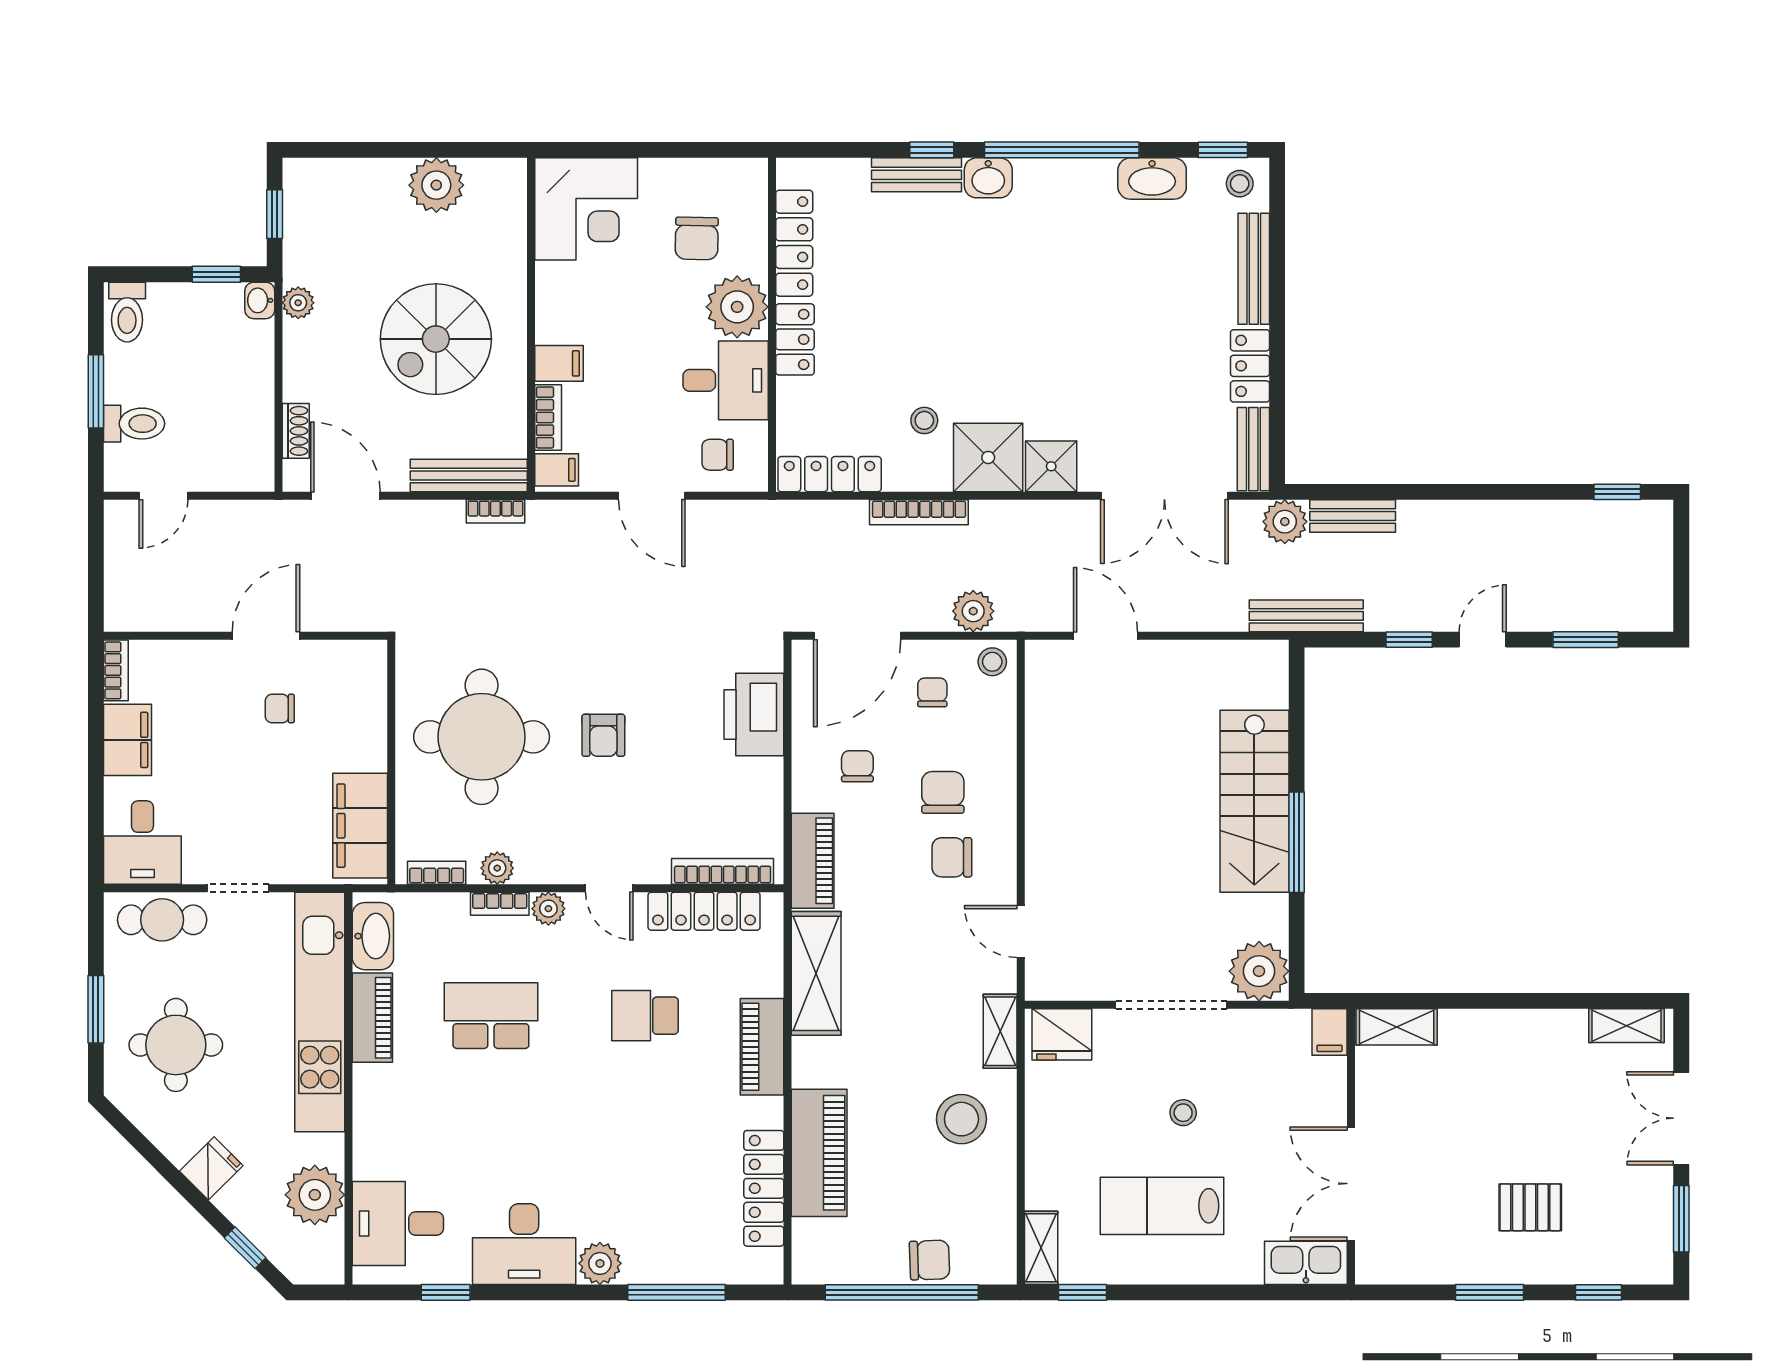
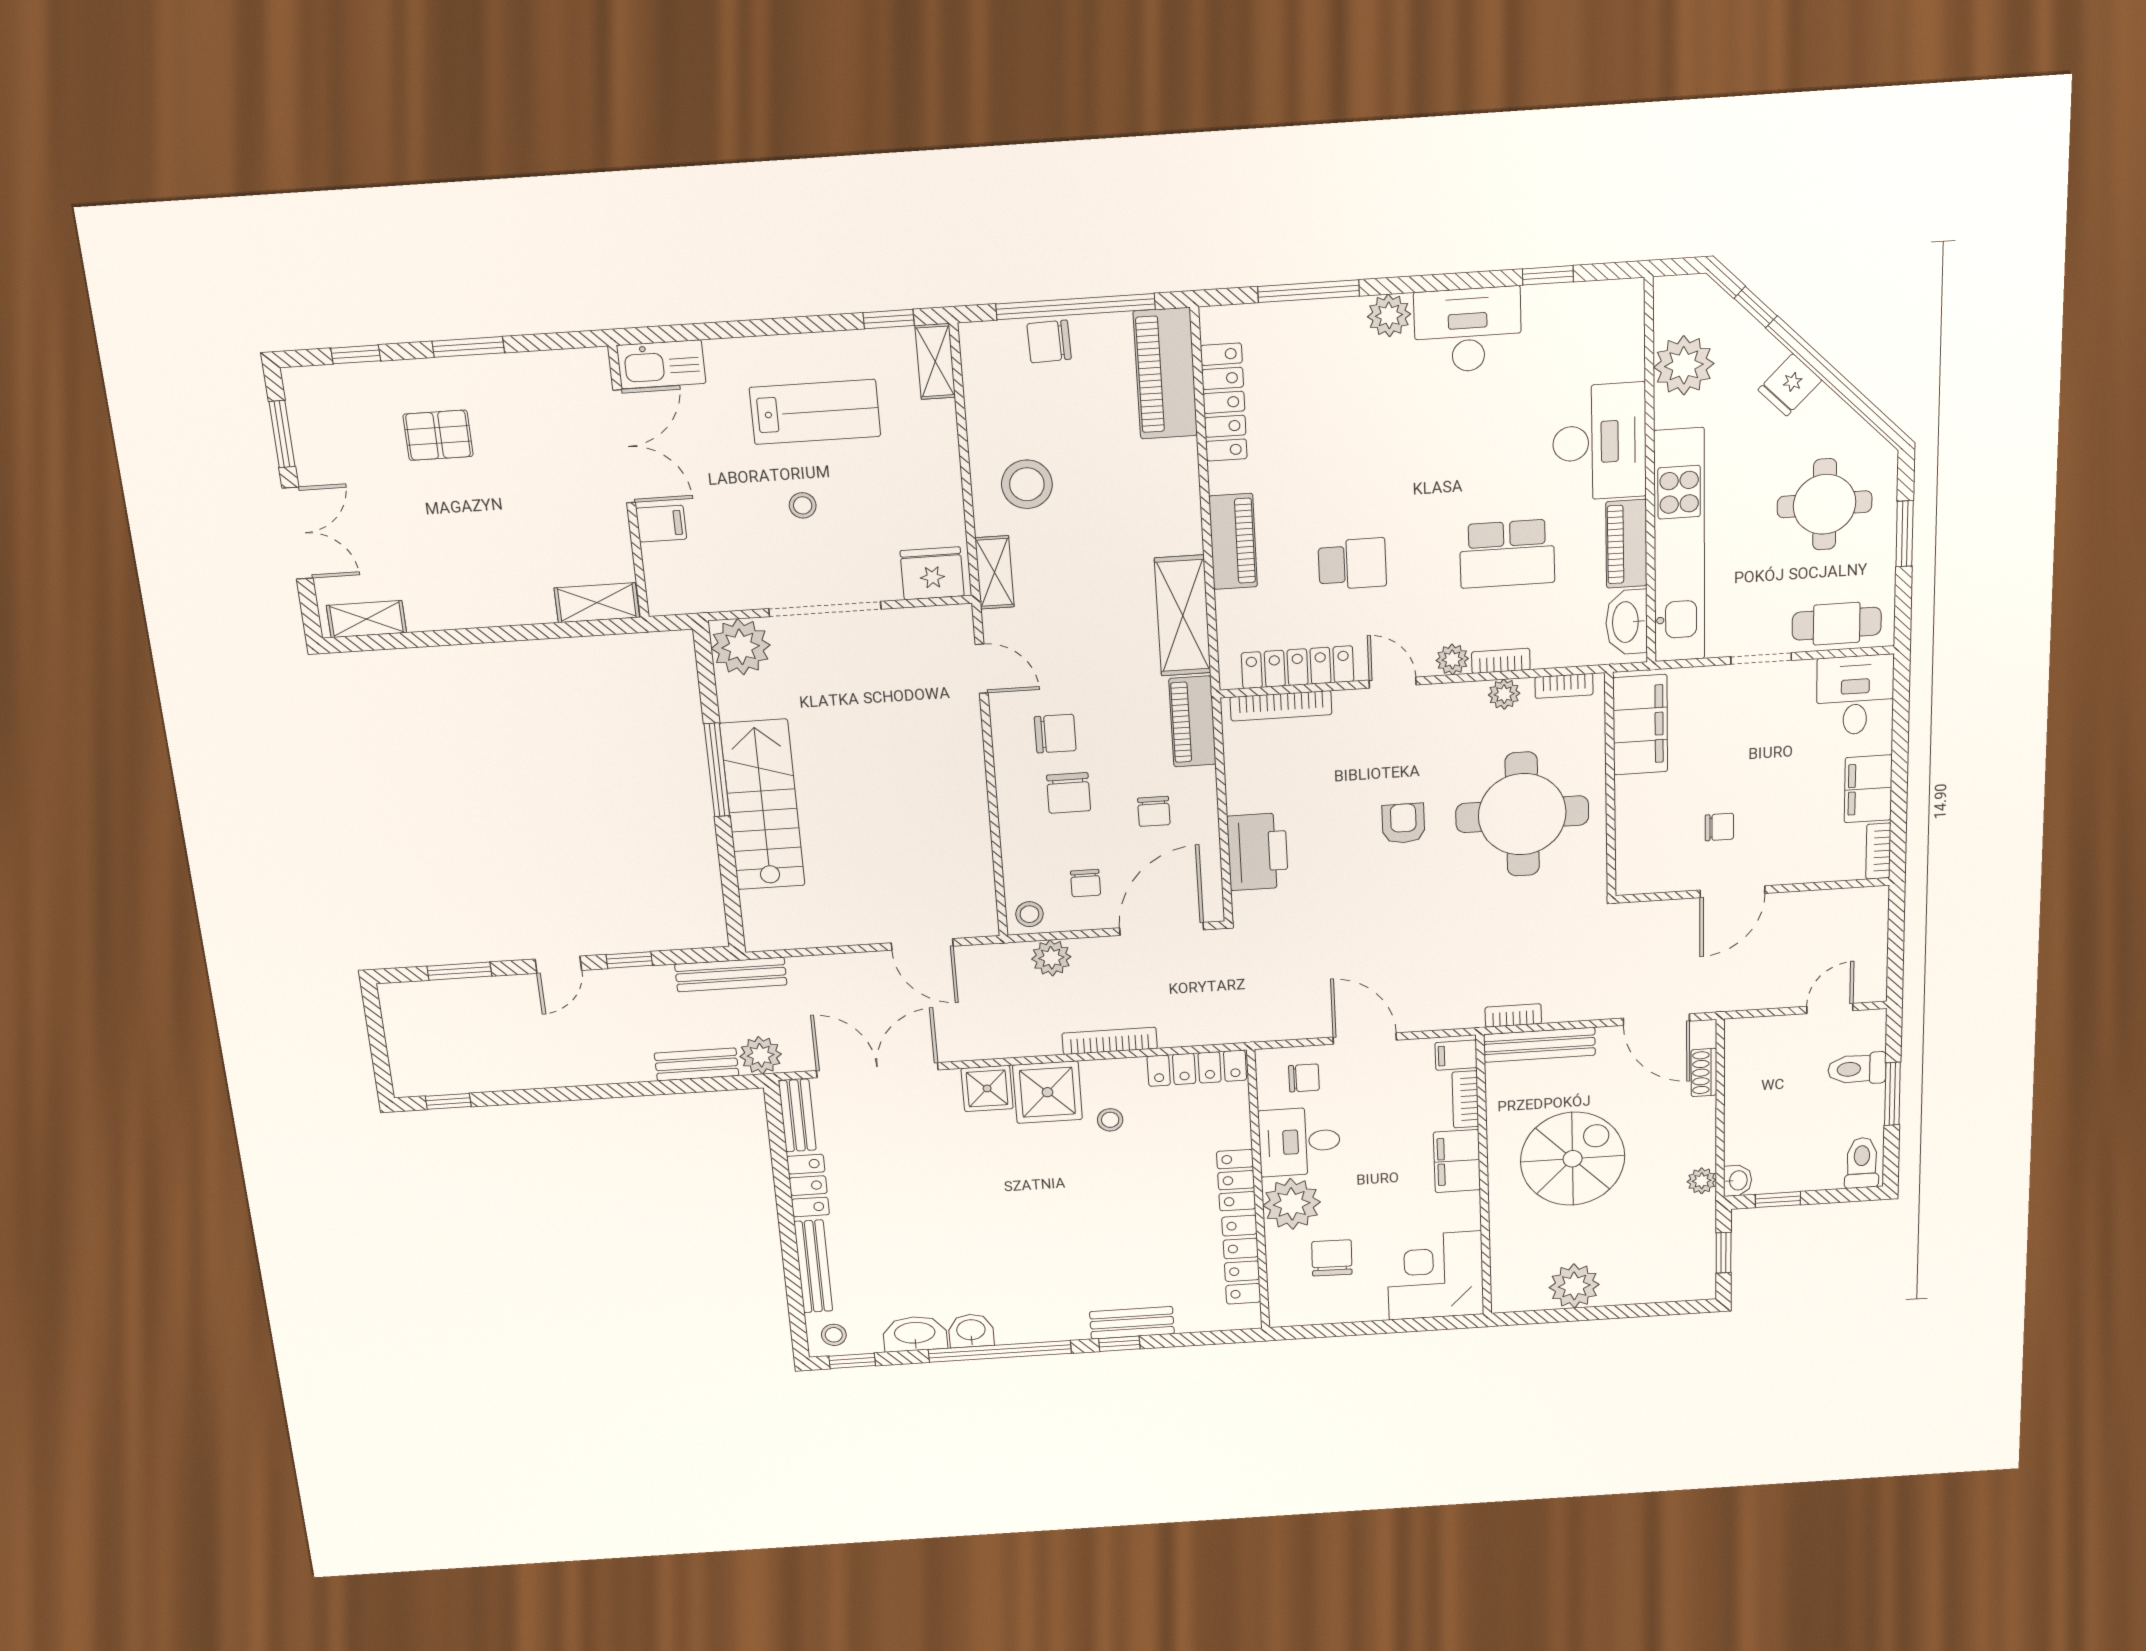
washbasin: (988, 178) -> (971, 1331), moved
filing cabinet: (559, 363) -> (1457, 1161), width x2.00
filing cabinet: (1330, 1032) -> (661, 524), moved, turned 90
piano: (819, 1153) -> (1165, 374), moved
desk: (398, 1224) -> (1599, 442), moved, width x1.37

